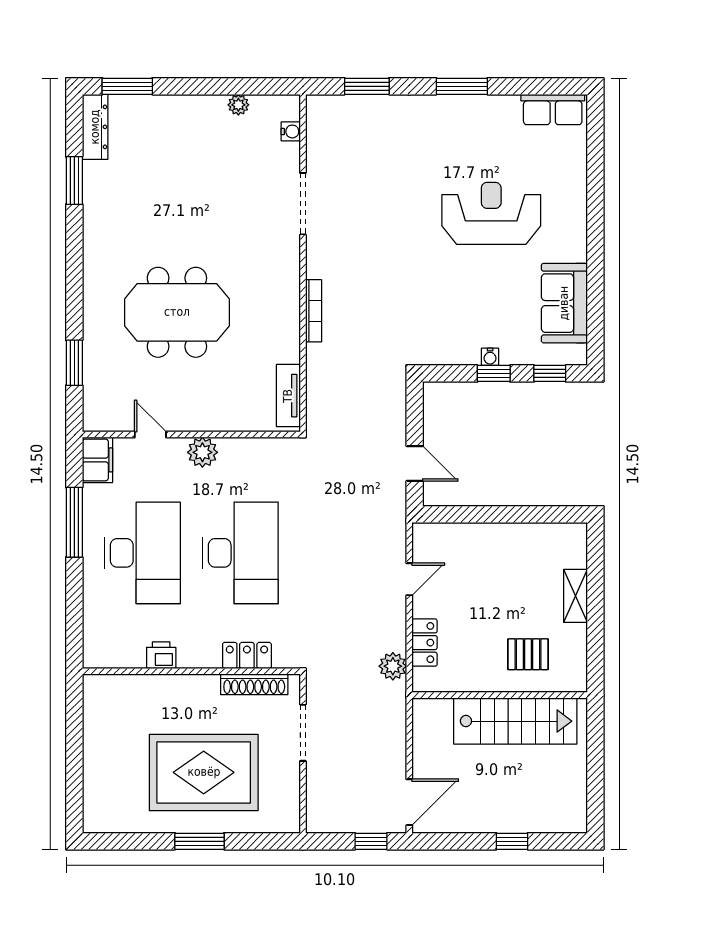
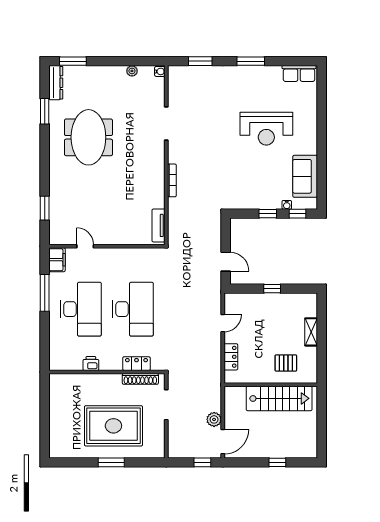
water cooler: (291, 131) -> (160, 71), moved
reception desk: (491, 213) -> (266, 129), turned 180
meeting table: (177, 312) -> (88, 137), moved, turned 90
water cooler: (490, 357) -> (287, 205), moved
plant: (202, 452) -> (113, 256), removed
window: (502, 514) -> (272, 289), added
plant: (393, 666) -> (214, 419), moved

